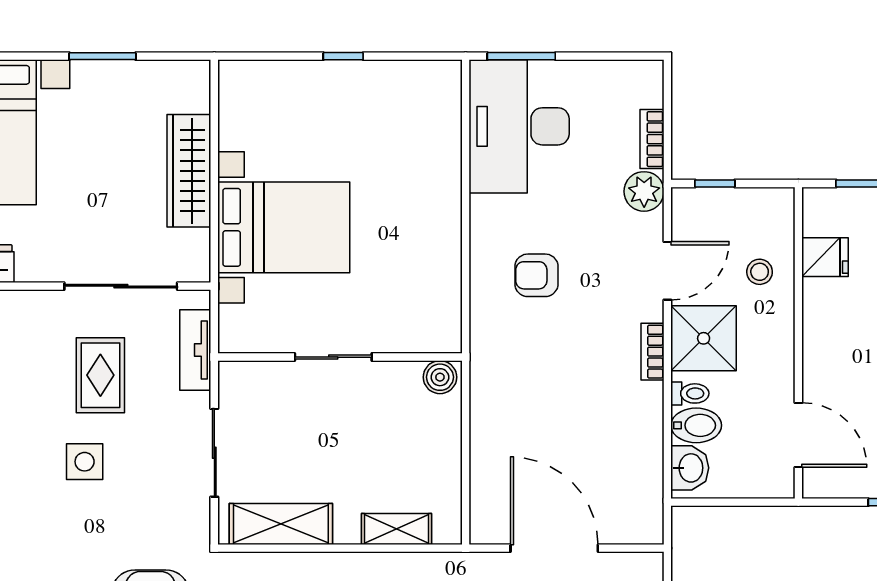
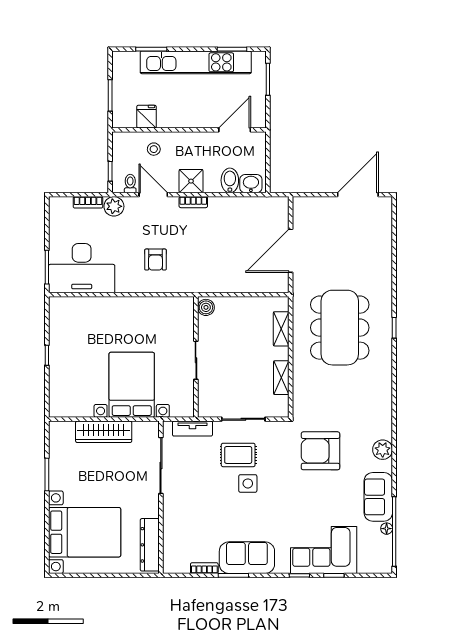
shower: (704, 338) -> (191, 181), width x0.73, depth x0.73
rug: (100, 375) -> (238, 455), moved
toilet: (690, 393) -> (130, 184), moved
shelving: (281, 524) -> (281, 378), width x0.67, depth x0.75

